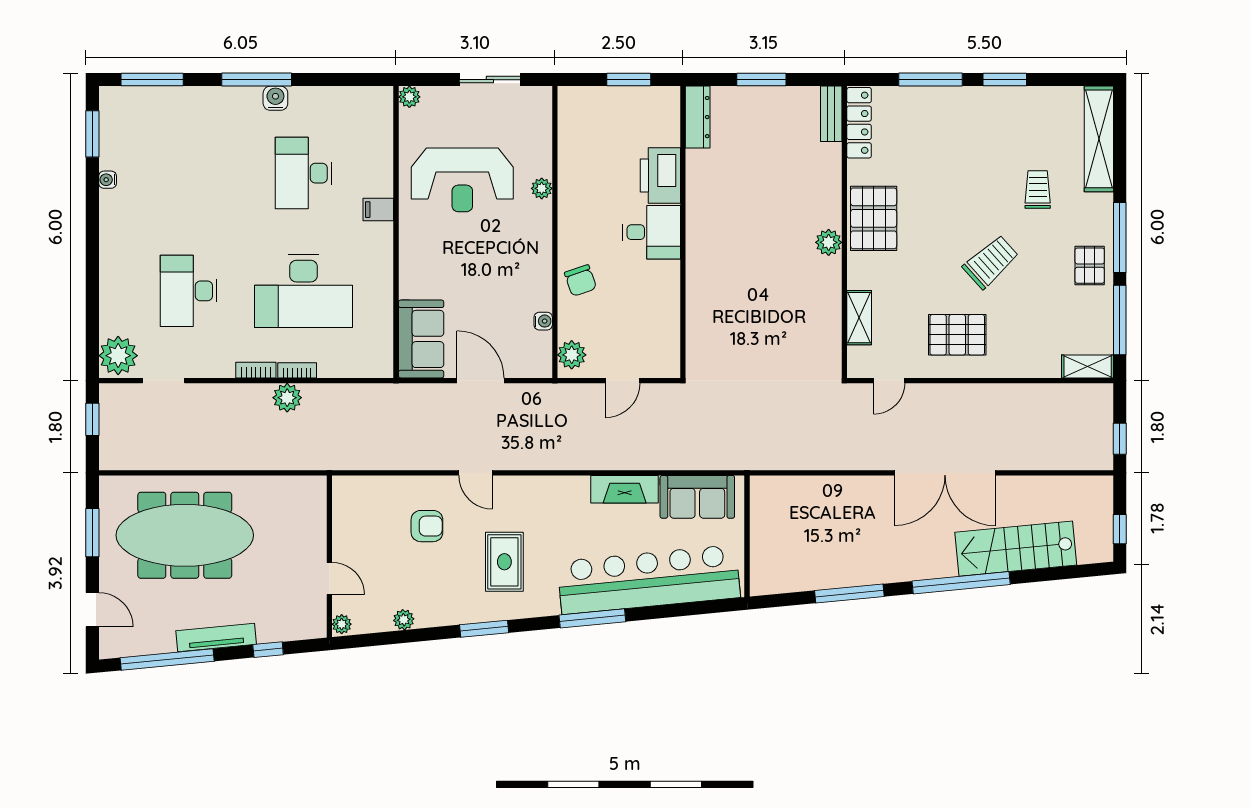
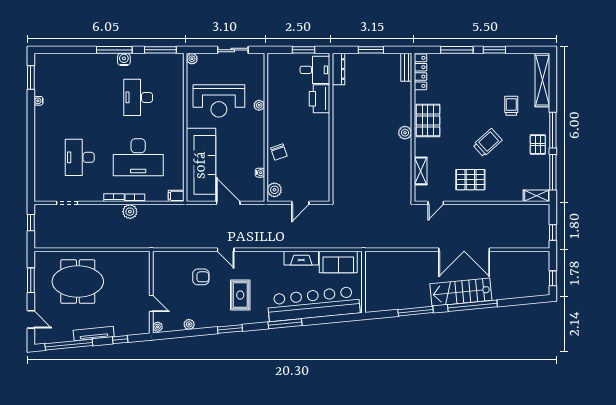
window: (152, 80) -> (160, 50), moved
filing cabinet: (378, 210) -> (176, 196), moved
desk: (651, 232) -> (315, 70), moved
sofa: (421, 339) -> (201, 165), width x1.85, depth x1.27
plant: (118, 356) -> (44, 190), removed
meeting table: (185, 535) -> (78, 282), width x0.73
stairs: (1016, 549) -> (461, 292), moved

